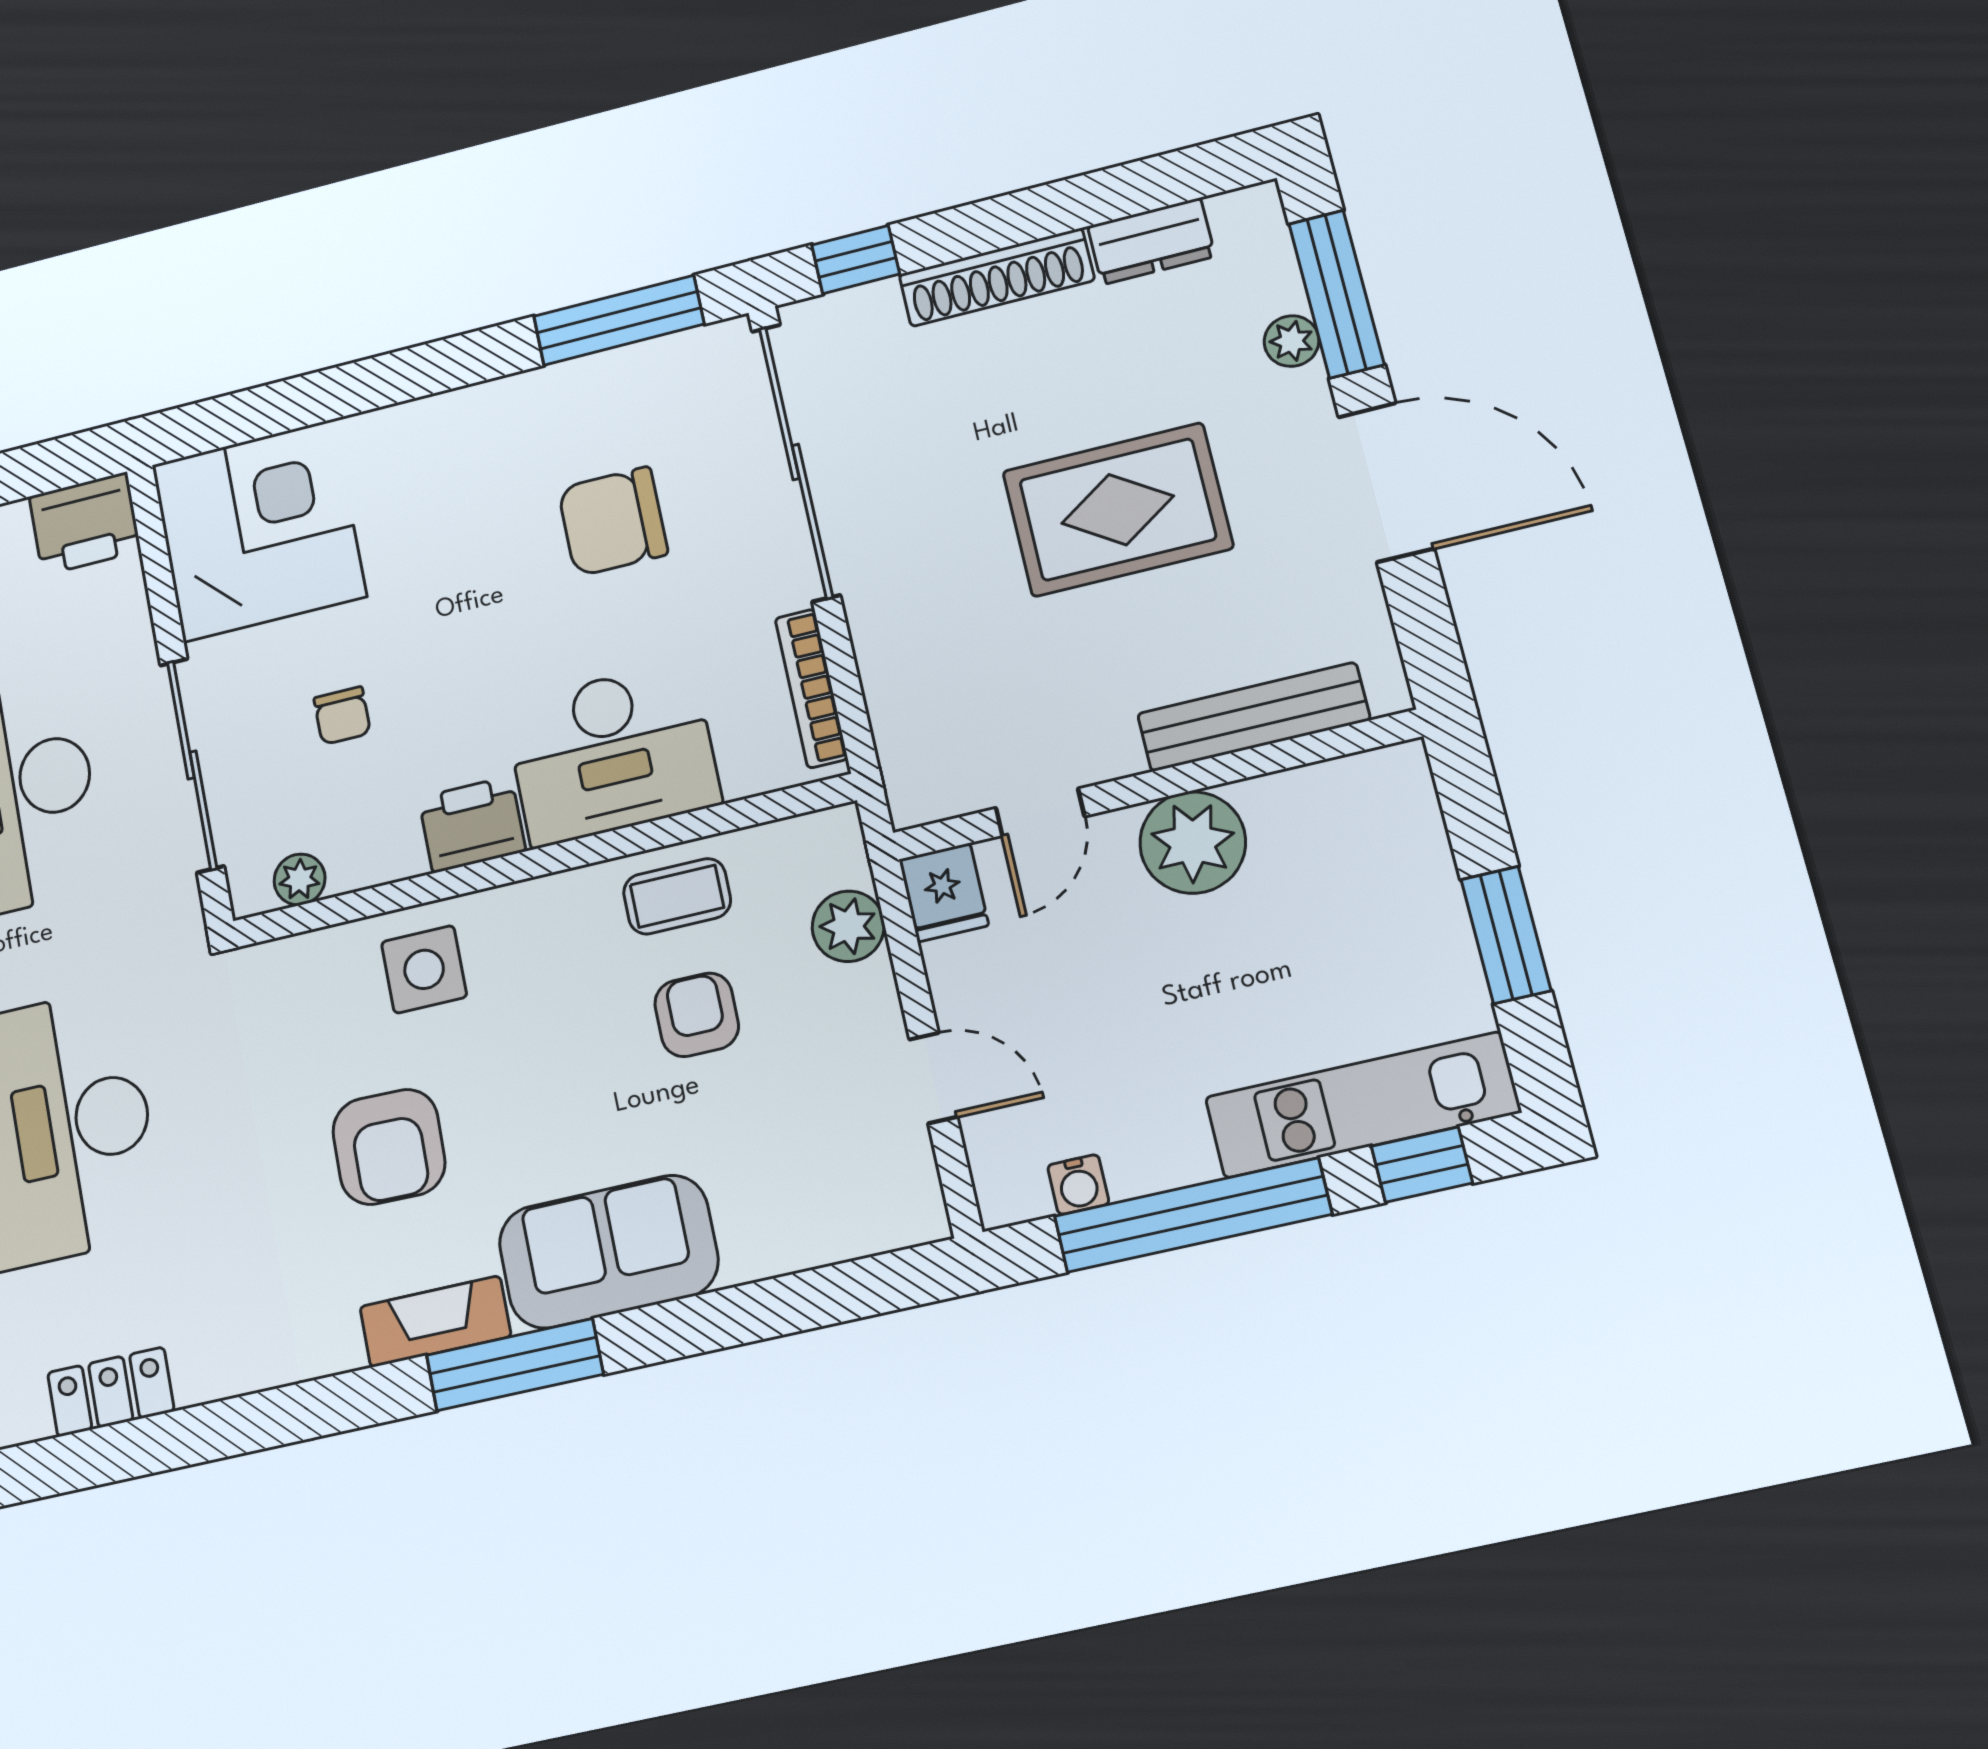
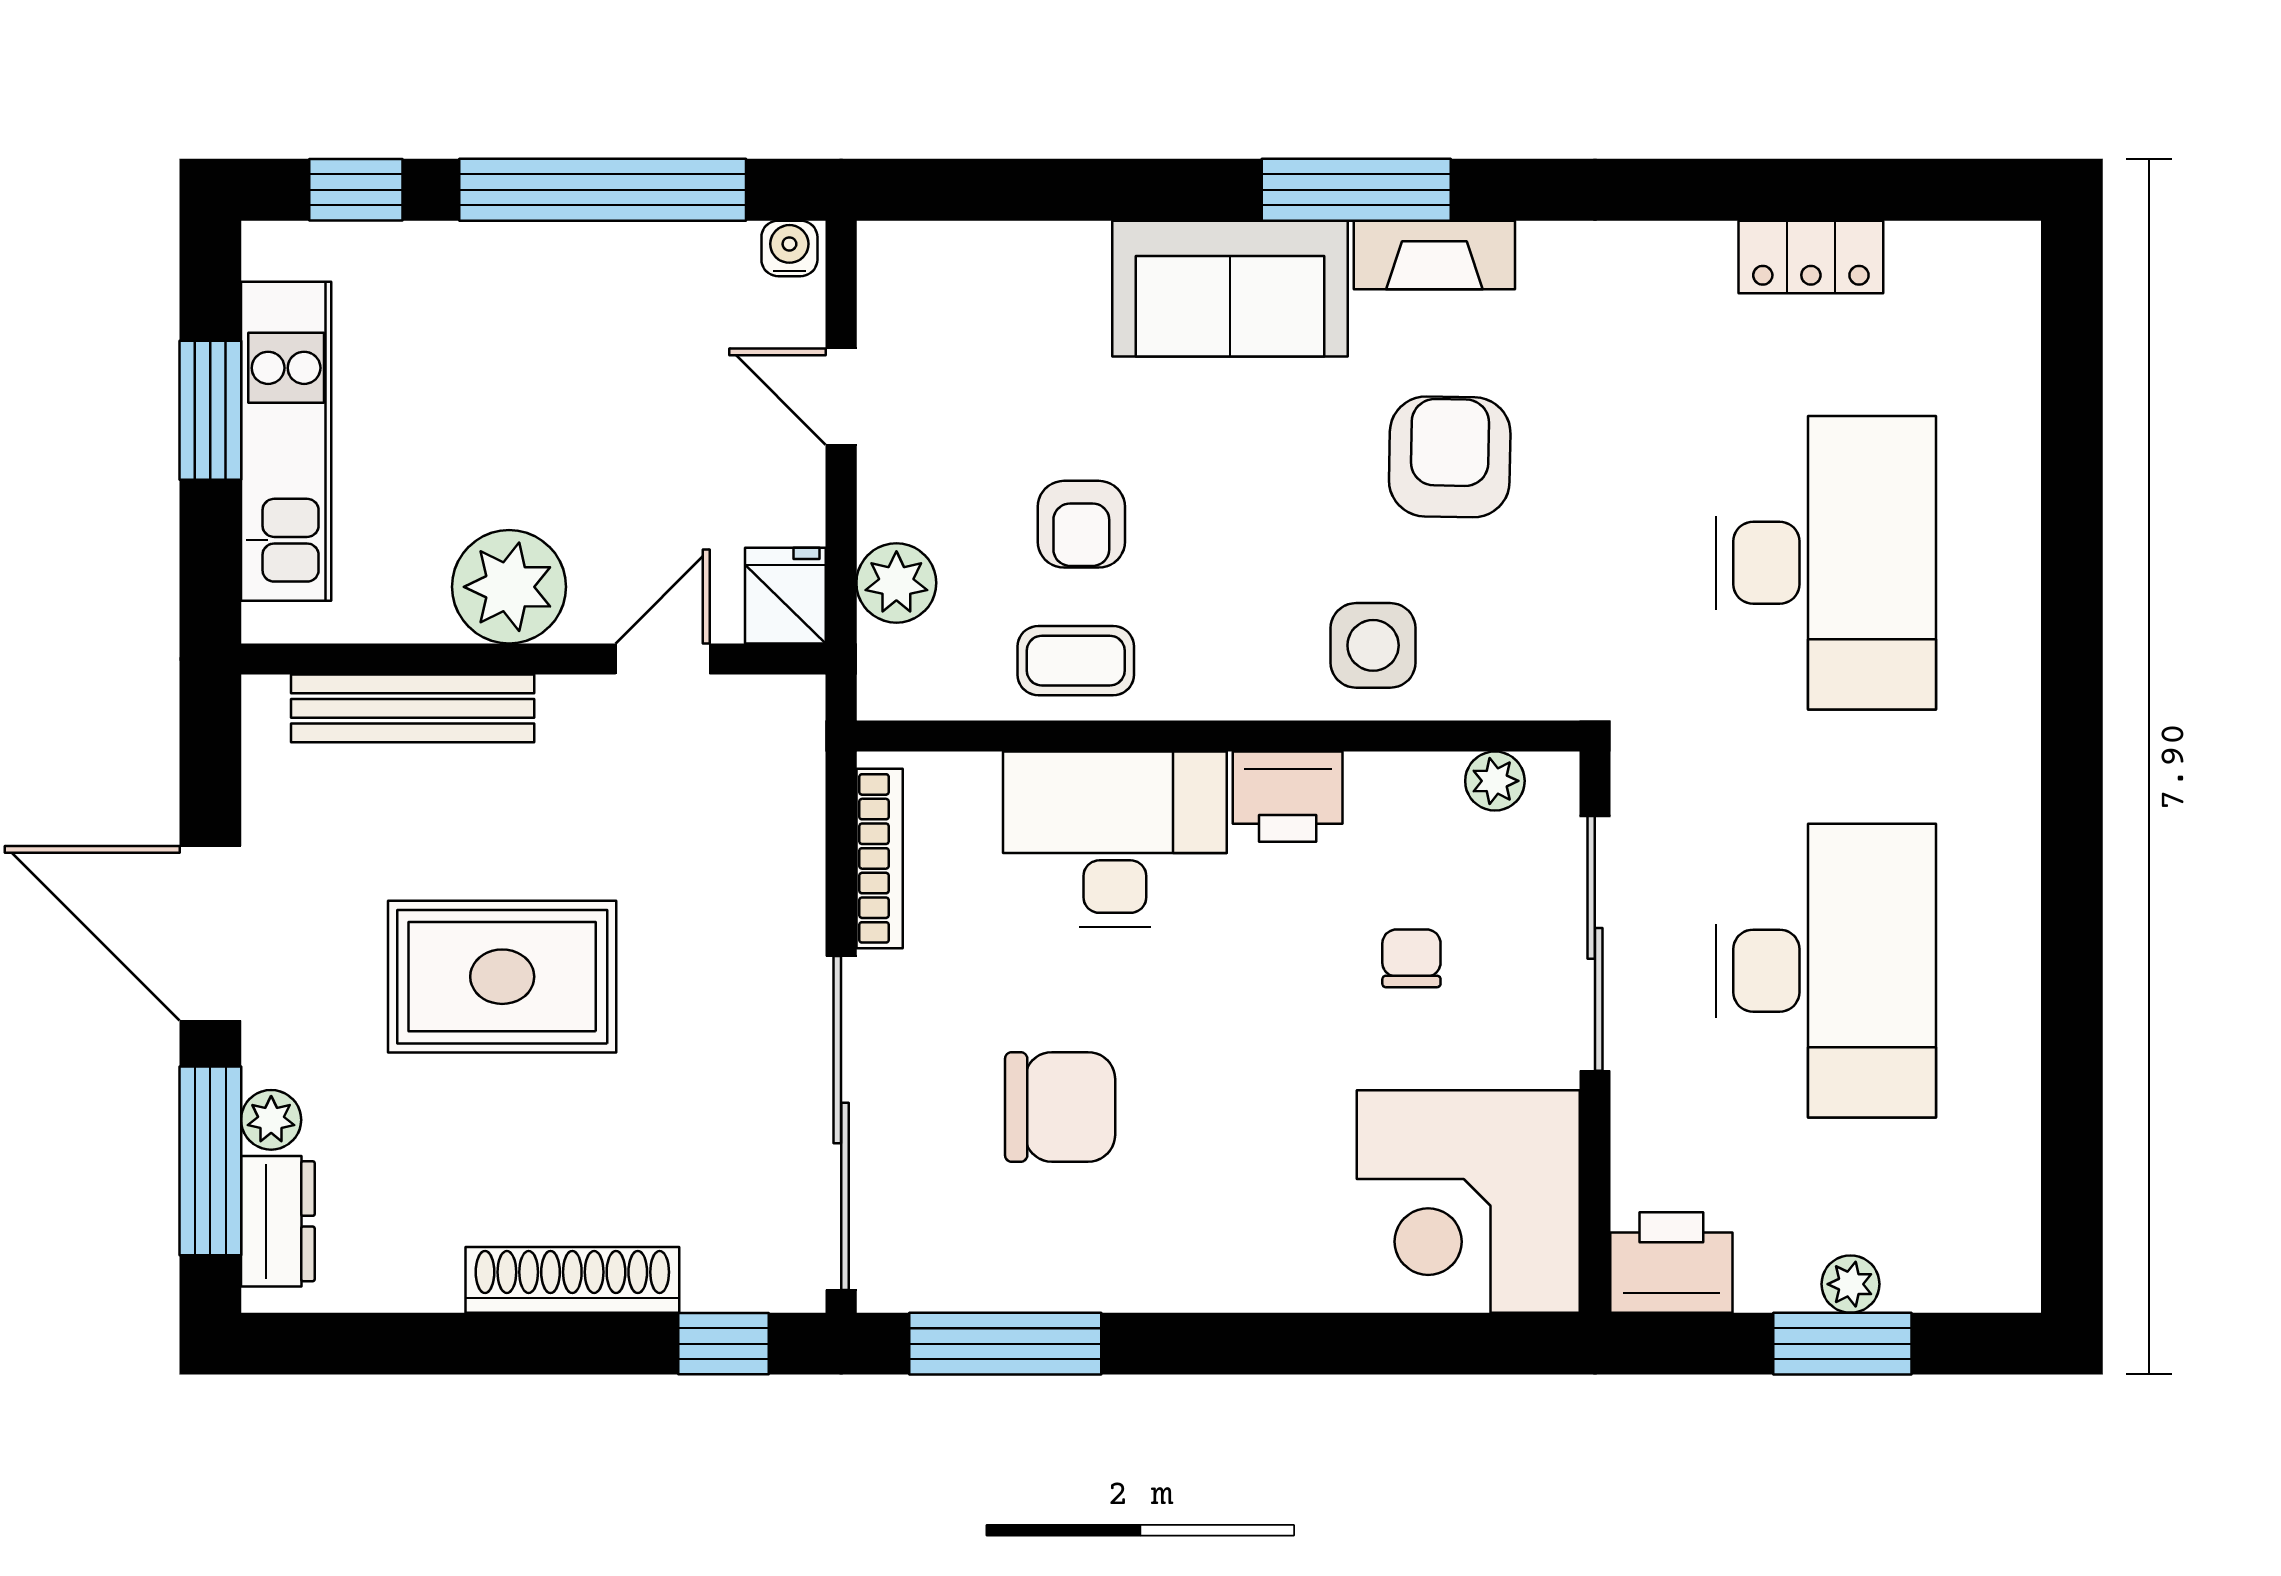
dresser: (1151, 241) -> (278, 1221), moved, turned 90
kitchen unit: (1363, 1105) -> (286, 441), moved, turned -90
water cooler: (1078, 1185) -> (789, 248), moved

